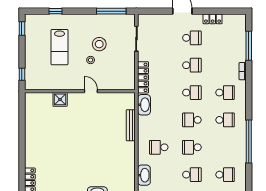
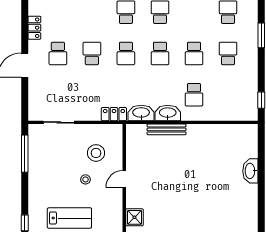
school desk: (192, 38) -> (58, 53), turned 180
stool: (99, 44) -> (96, 153), moved
locker: (143, 77) -> (114, 114), width x0.66
school desk: (192, 93) -> (126, 53), turned 180
washbasin: (144, 175) -> (168, 113), moved

